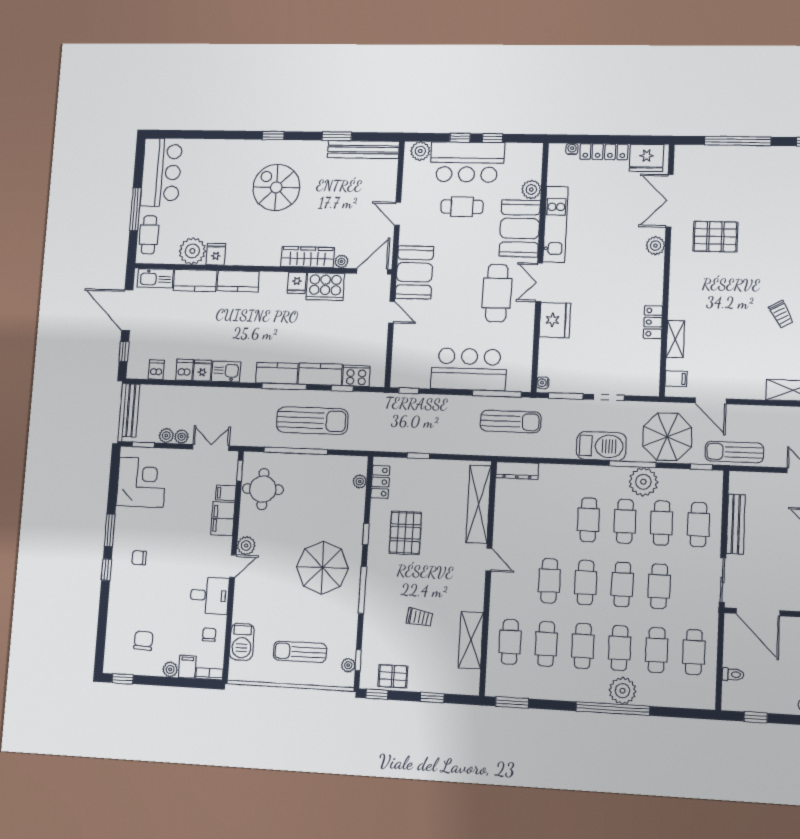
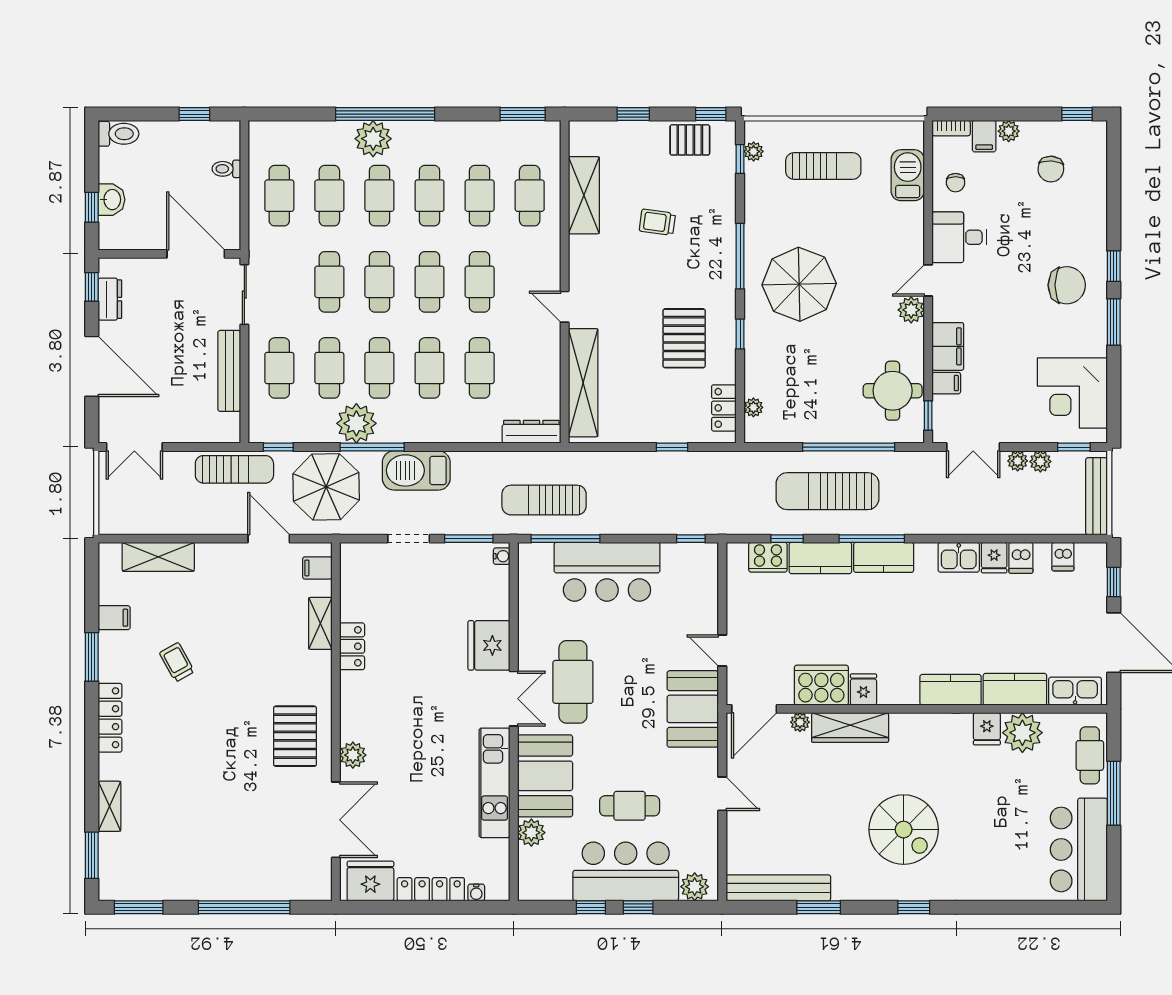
pallet: (715, 237) -> (295, 736), moved, turned 90
cafe table: (552, 518) -> (480, 368), added
chair: (139, 558) -> (1067, 285), width x1.87, depth x1.87

